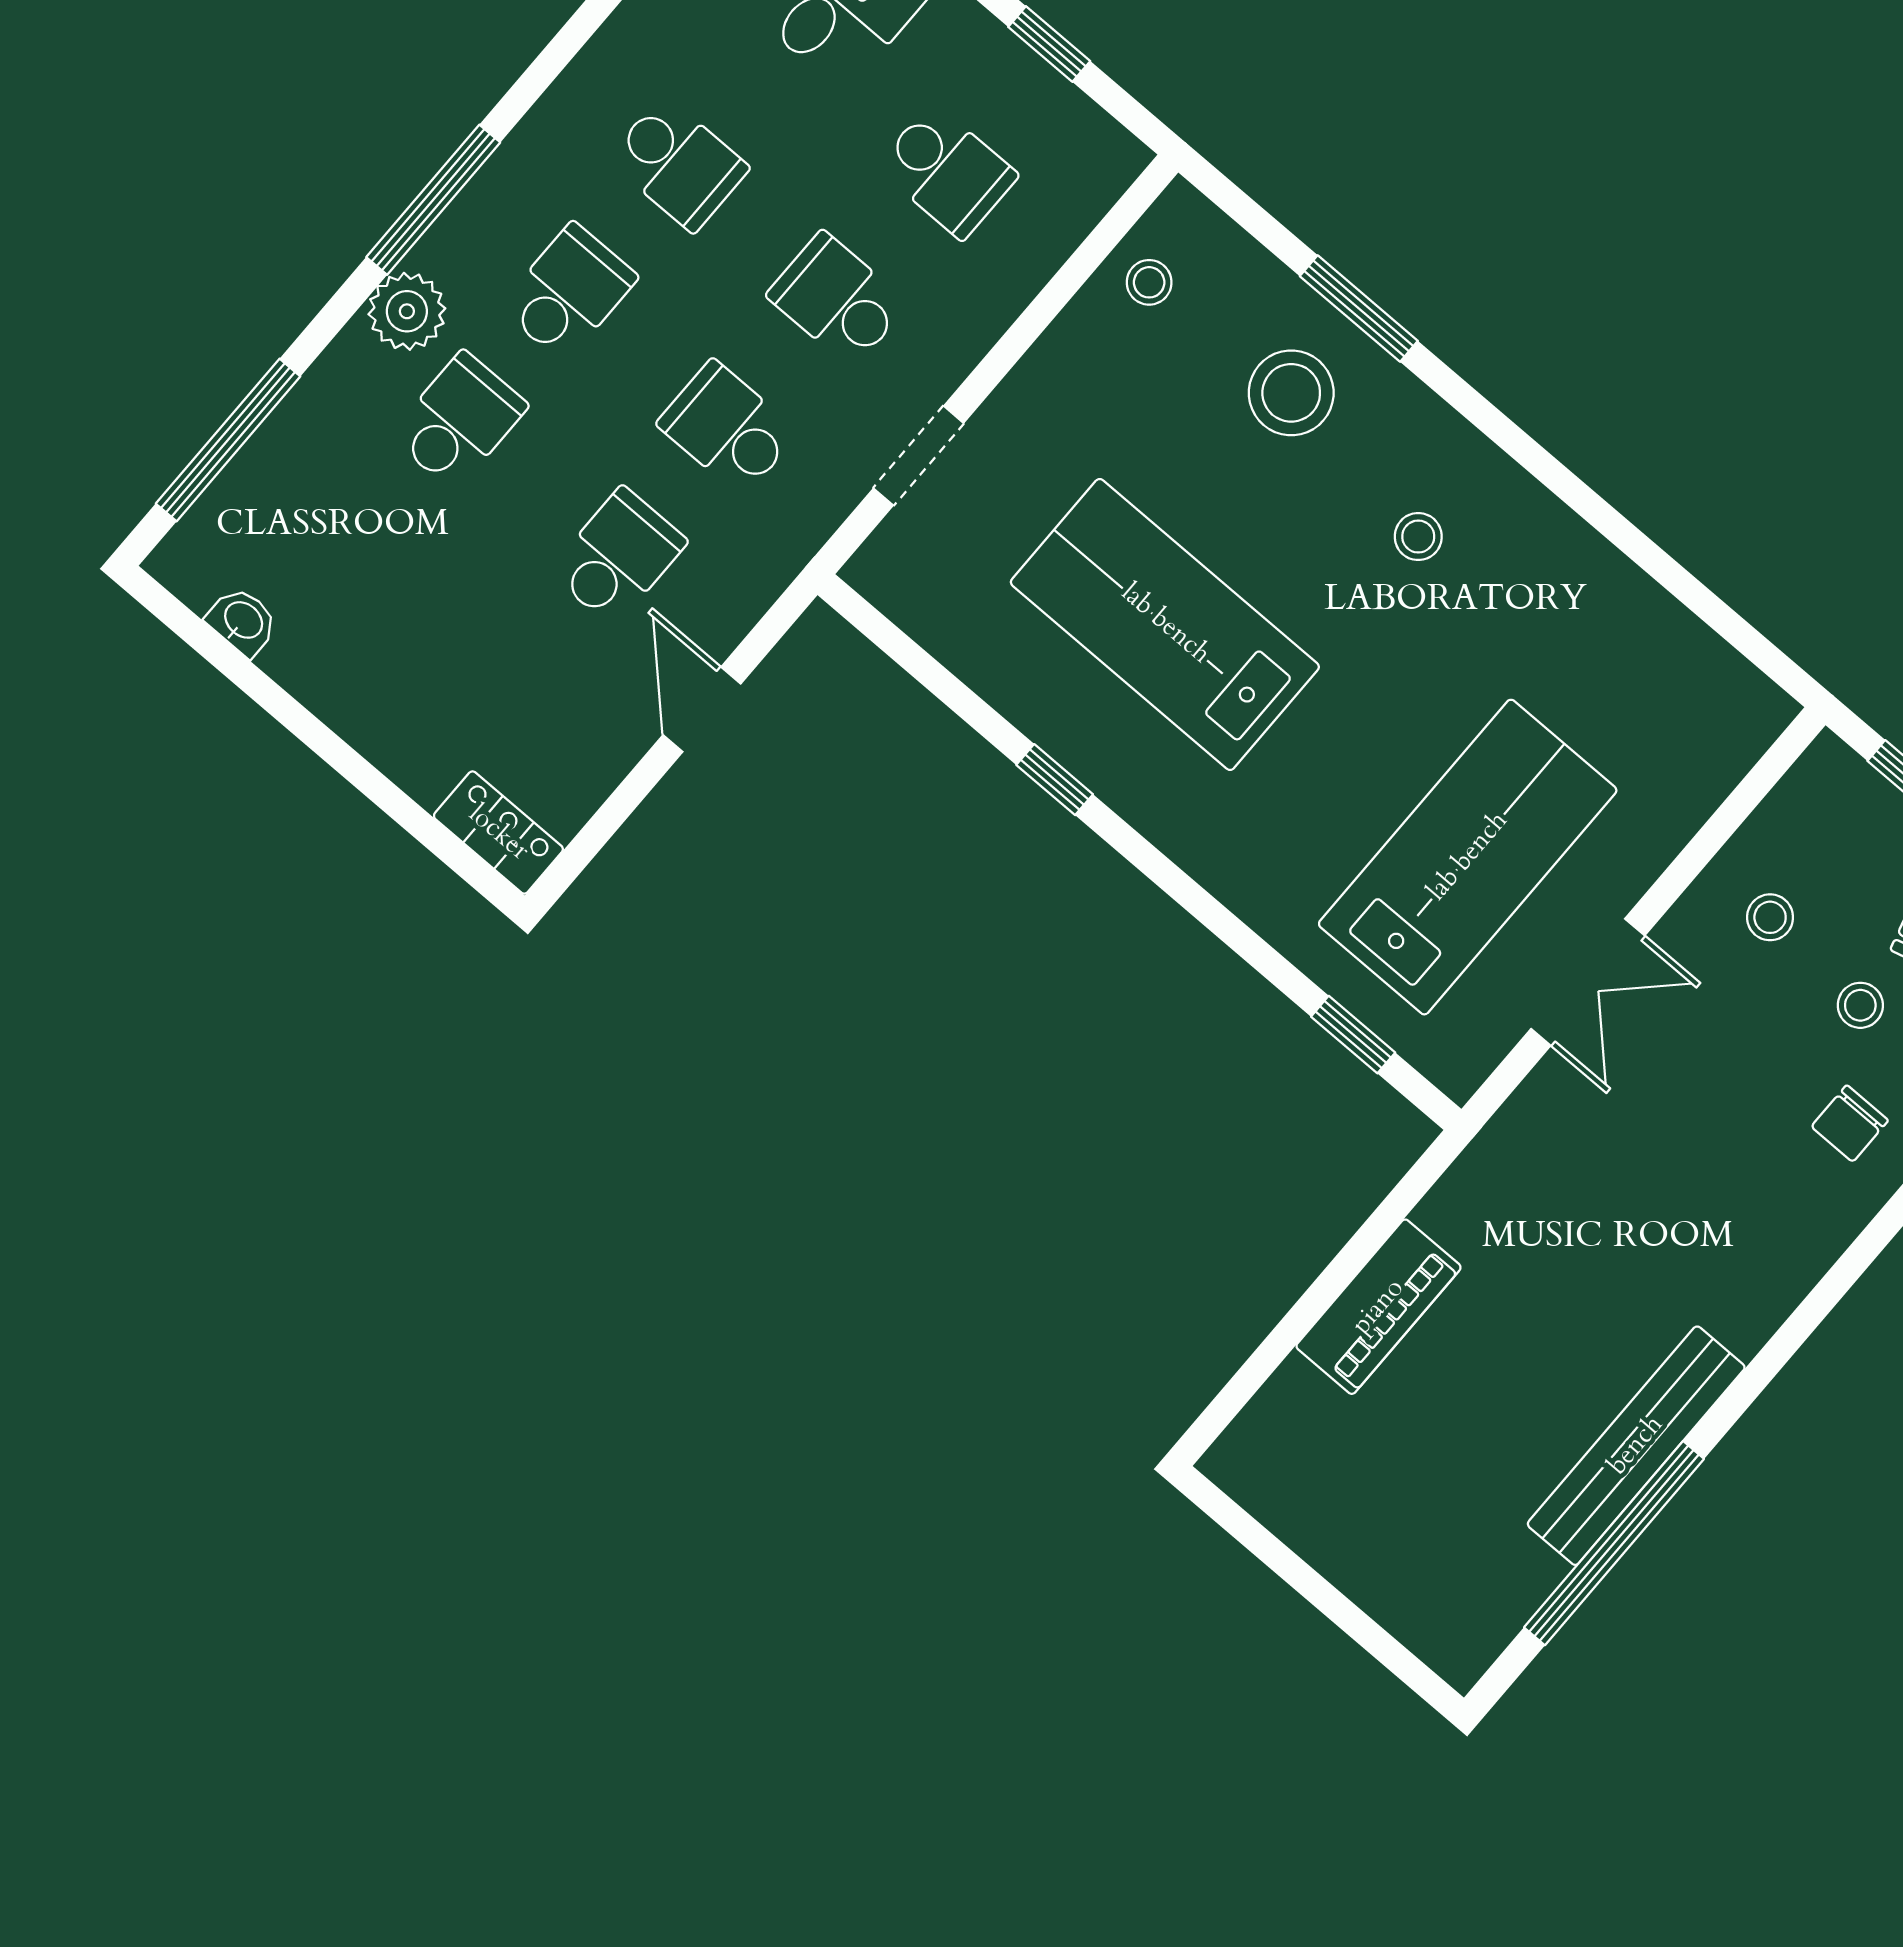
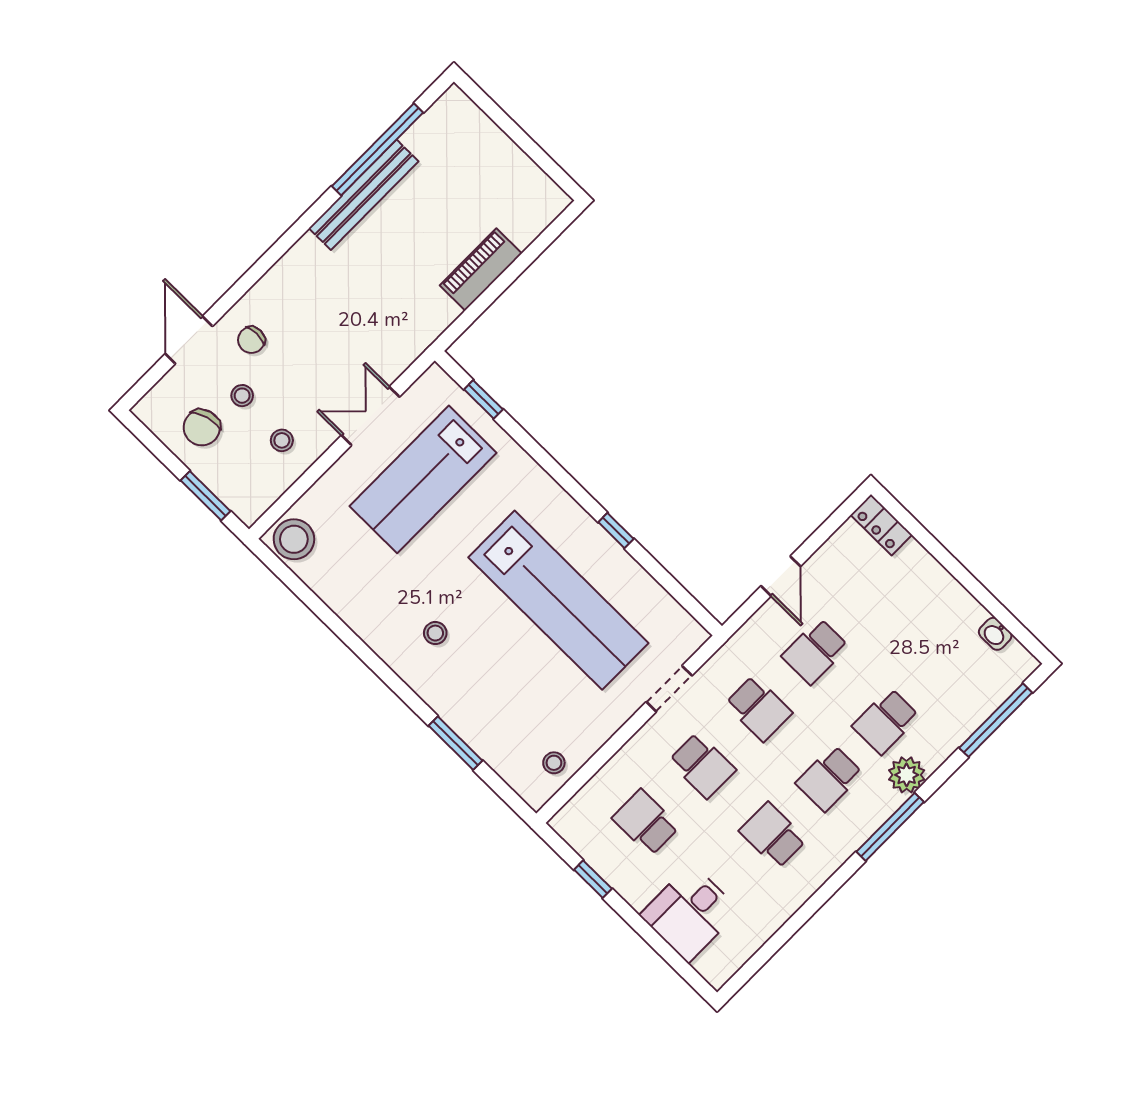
stool: (1291, 393) -> (294, 539), moved
lab bench: (1165, 624) -> (558, 600), width x1.36
chair: (1850, 1124) -> (251, 340), turned 180

